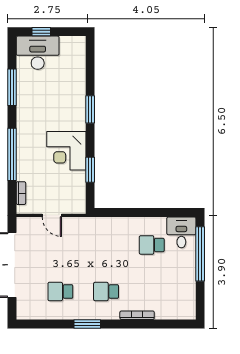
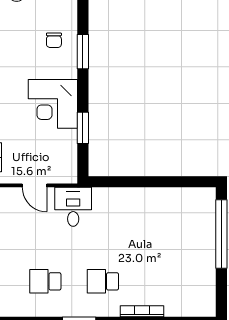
chair: (67, 100) -> (54, 40), added
desk: (181, 232) -> (73, 207), moved
school desk: (152, 245) -> (160, 223), removed

